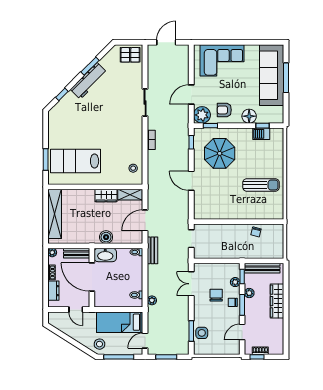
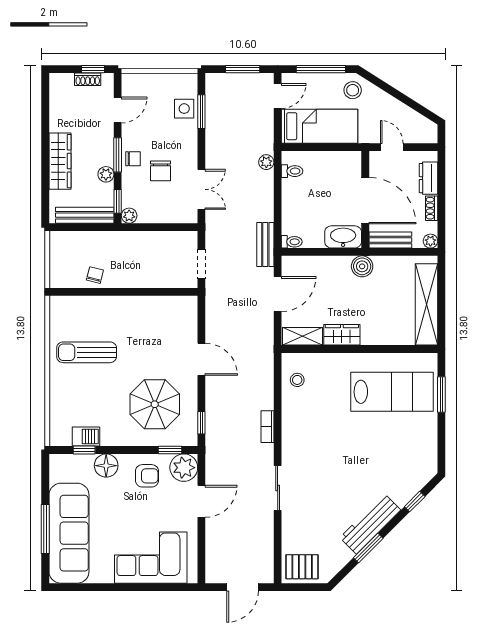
boiler: (106, 237) -> (362, 266), moved
plant: (235, 282) -> (129, 216), moved

